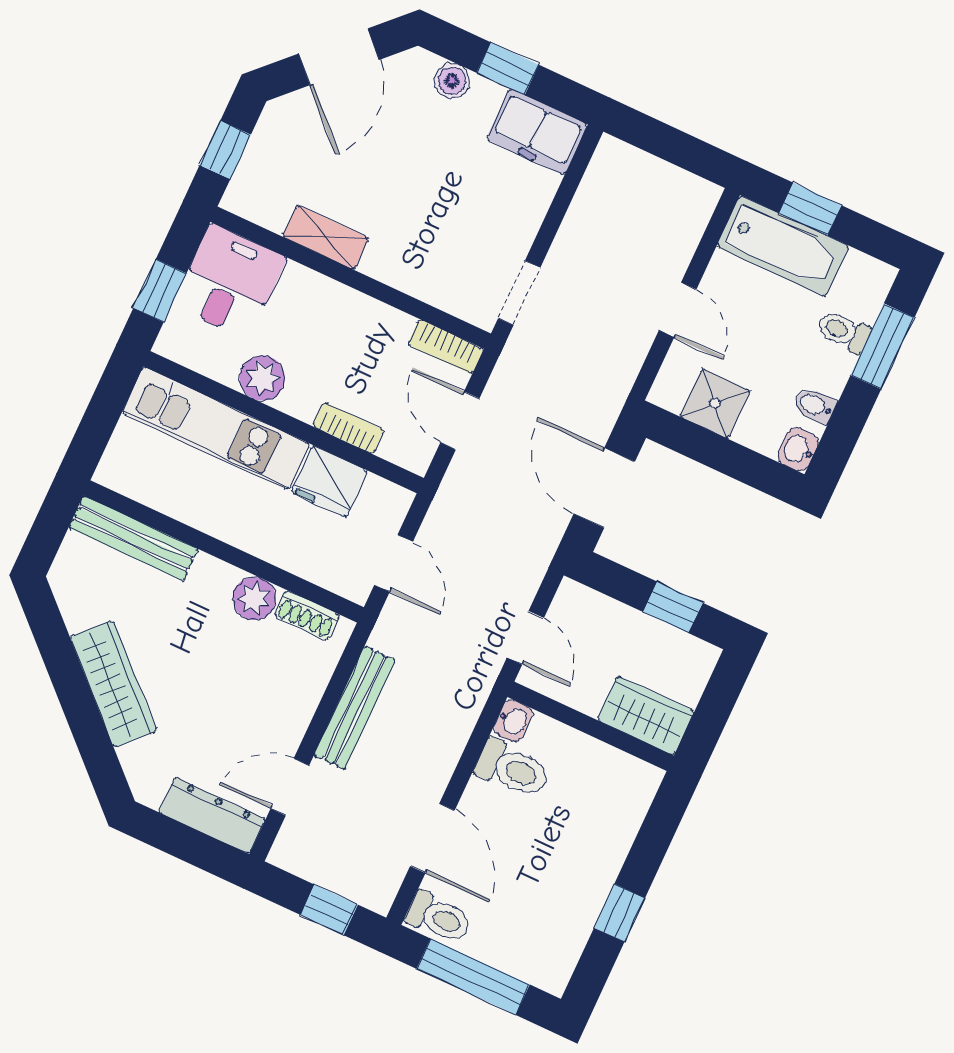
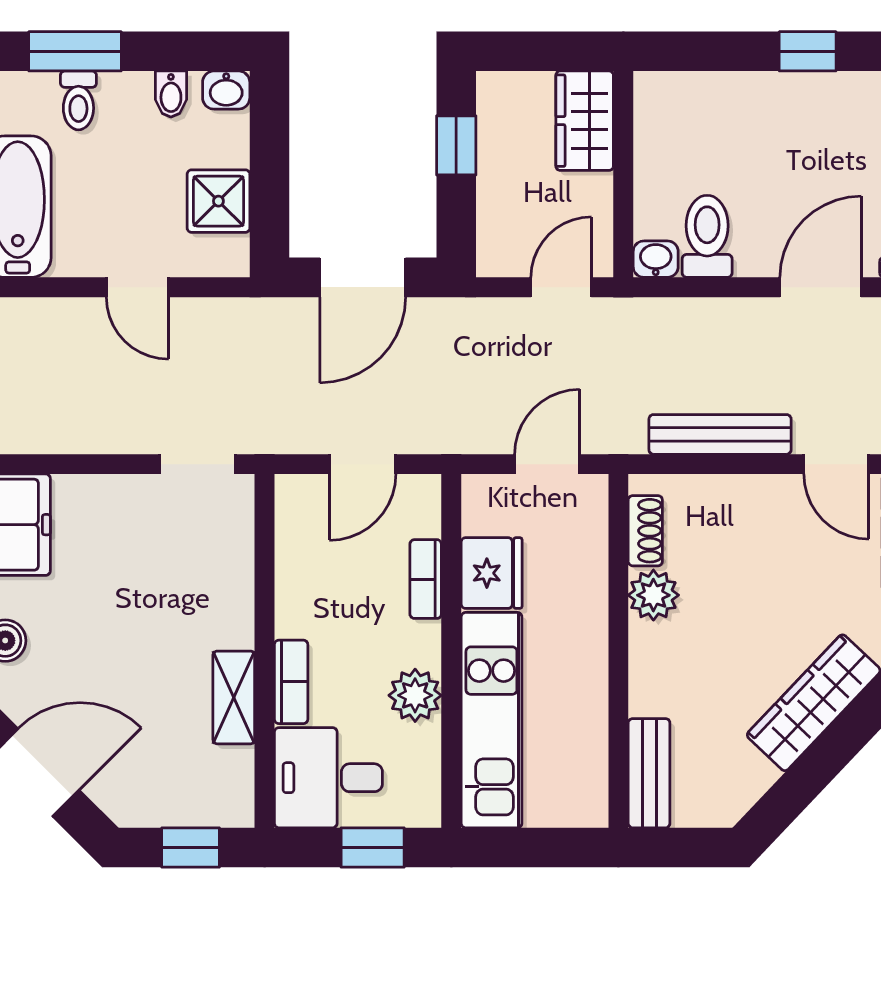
door: (678, 310) -> (137, 287), swing flipped
bookcase: (446, 347) -> (291, 682), moved
bench: (133, 538) -> (649, 773), width x0.73

